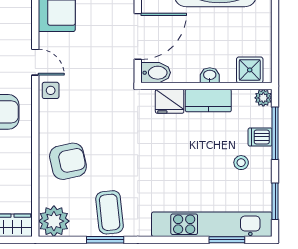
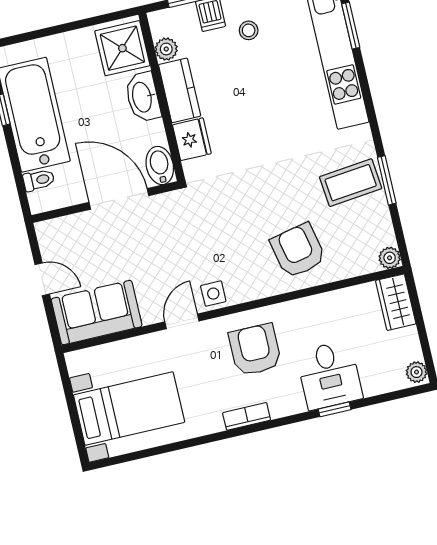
shower: (250, 70) -> (122, 48), width x1.36, depth x1.36
washbasin: (210, 75) -> (143, 97), width x1.91, depth x1.45
plant: (263, 98) -> (166, 49), moved
plant: (54, 221) -> (390, 258), width x0.53, depth x0.53

